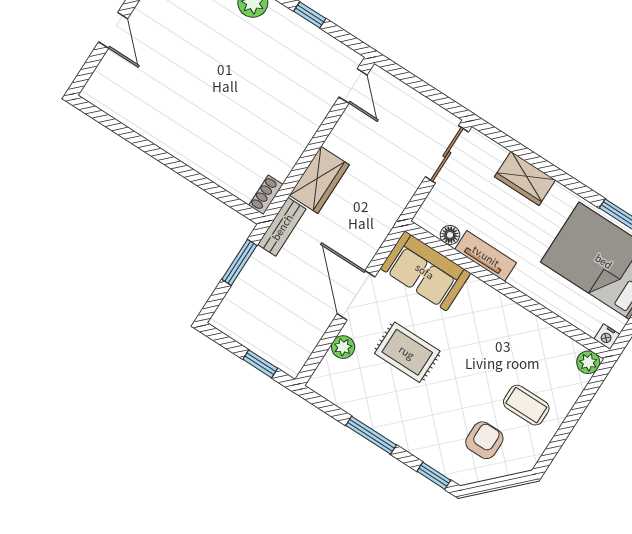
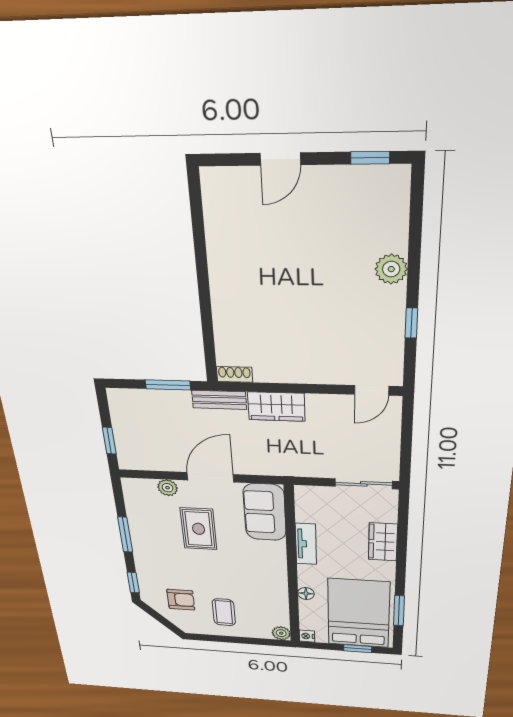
floor lamp: (450, 235) -> (306, 593), moved

